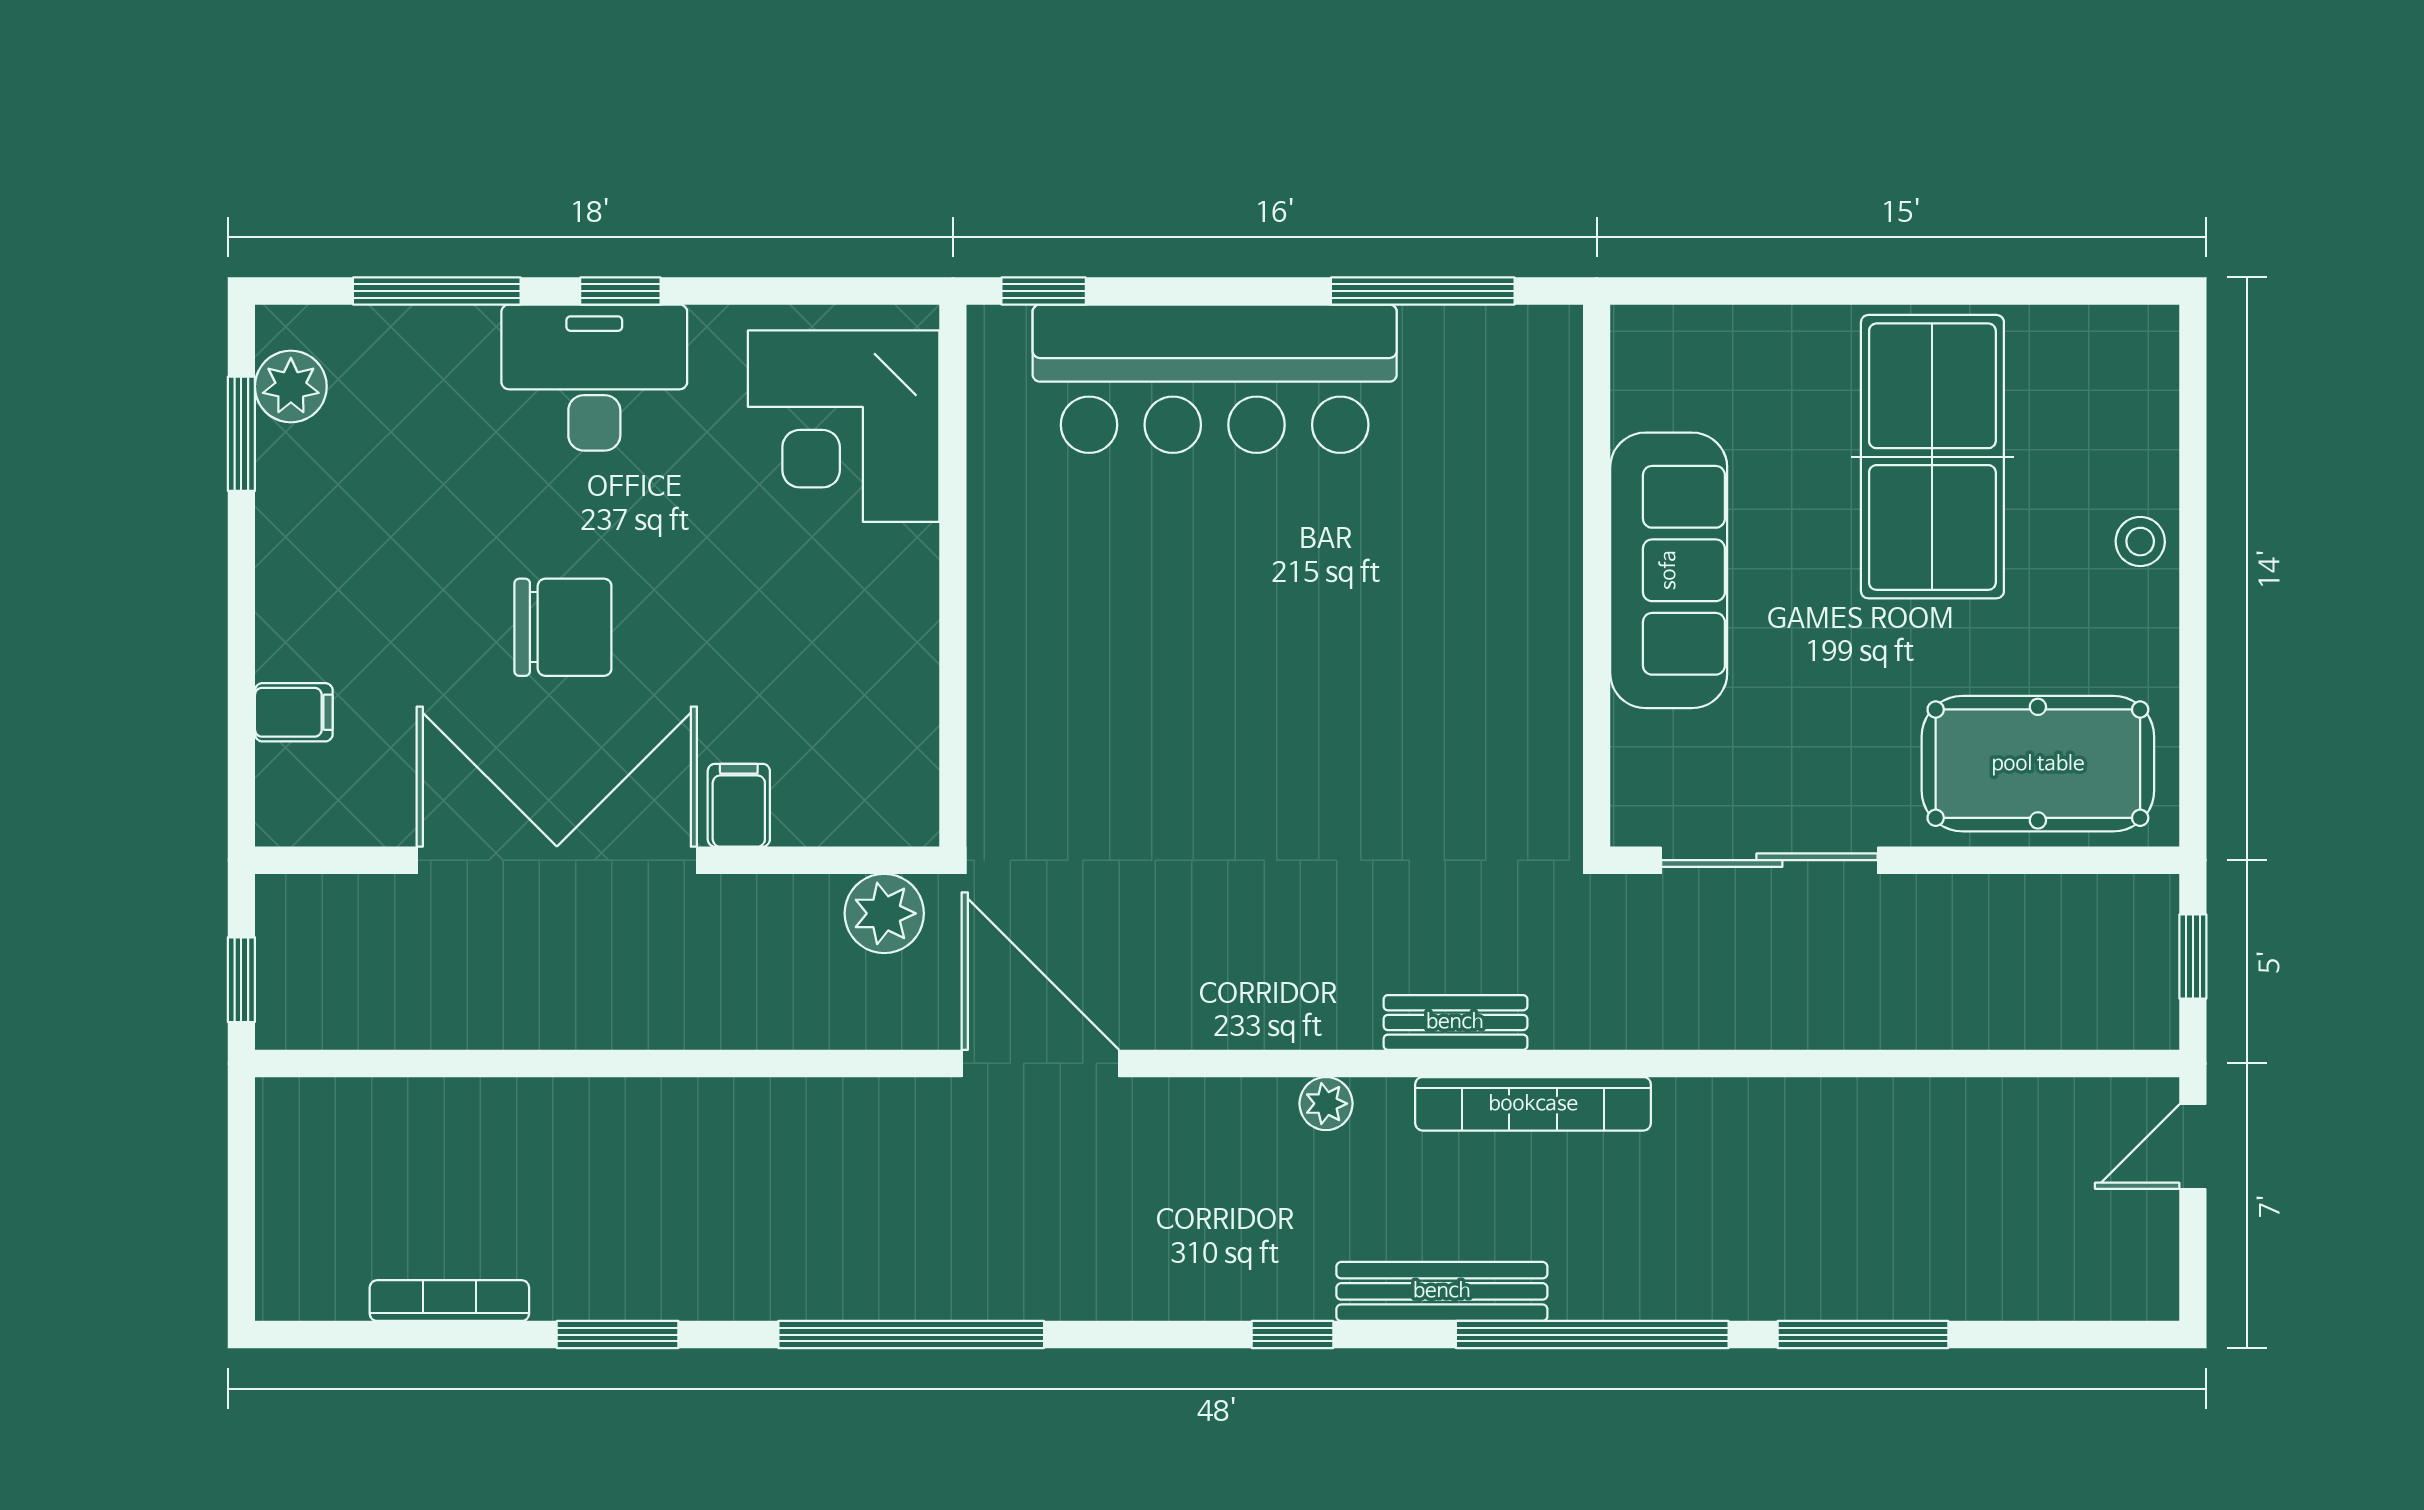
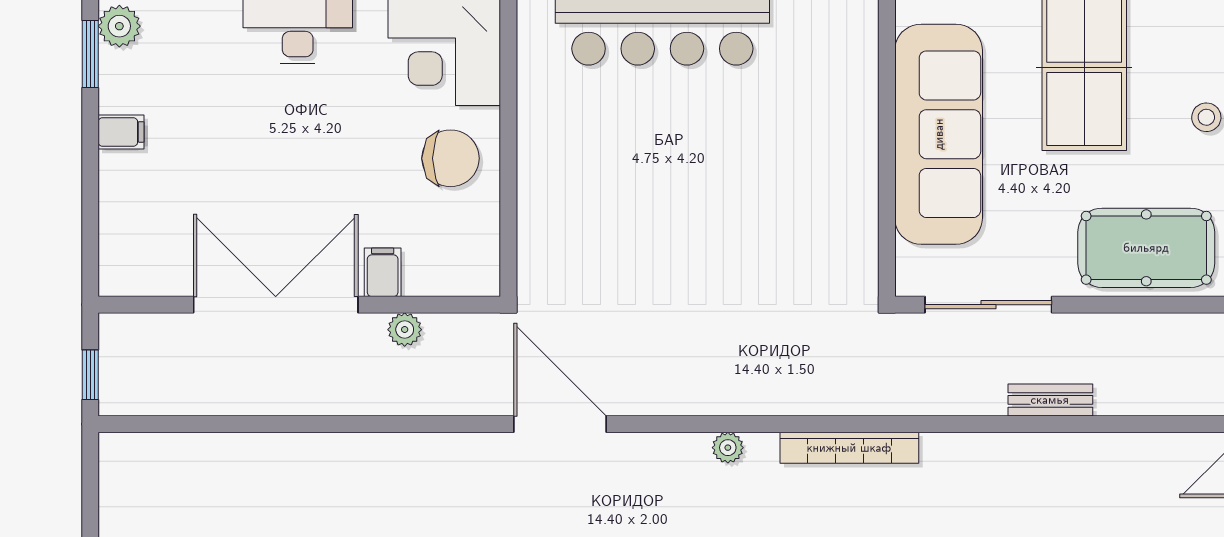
sofa: (1669, 570) -> (939, 134), width x1.36, depth x1.27
chair: (563, 627) -> (451, 158), moved
filing cabinet: (294, 712) -> (121, 132), moved
plant: (884, 913) -> (405, 330), moved, width x0.73, depth x0.73
bench: (1455, 1022) -> (1050, 400), moved

